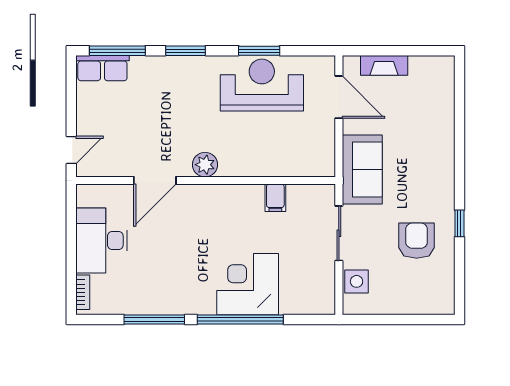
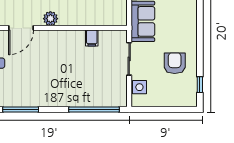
window: (459, 223) -> (200, 85), moved
corner desk: (248, 284) -> (75, 89), removed
window: (240, 320) -> (94, 110), moved

